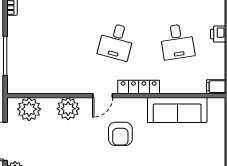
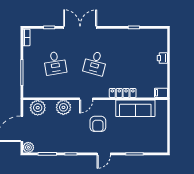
desk: (177, 42) -> (55, 63), moved
locker: (139, 87) -> (123, 93), moved

